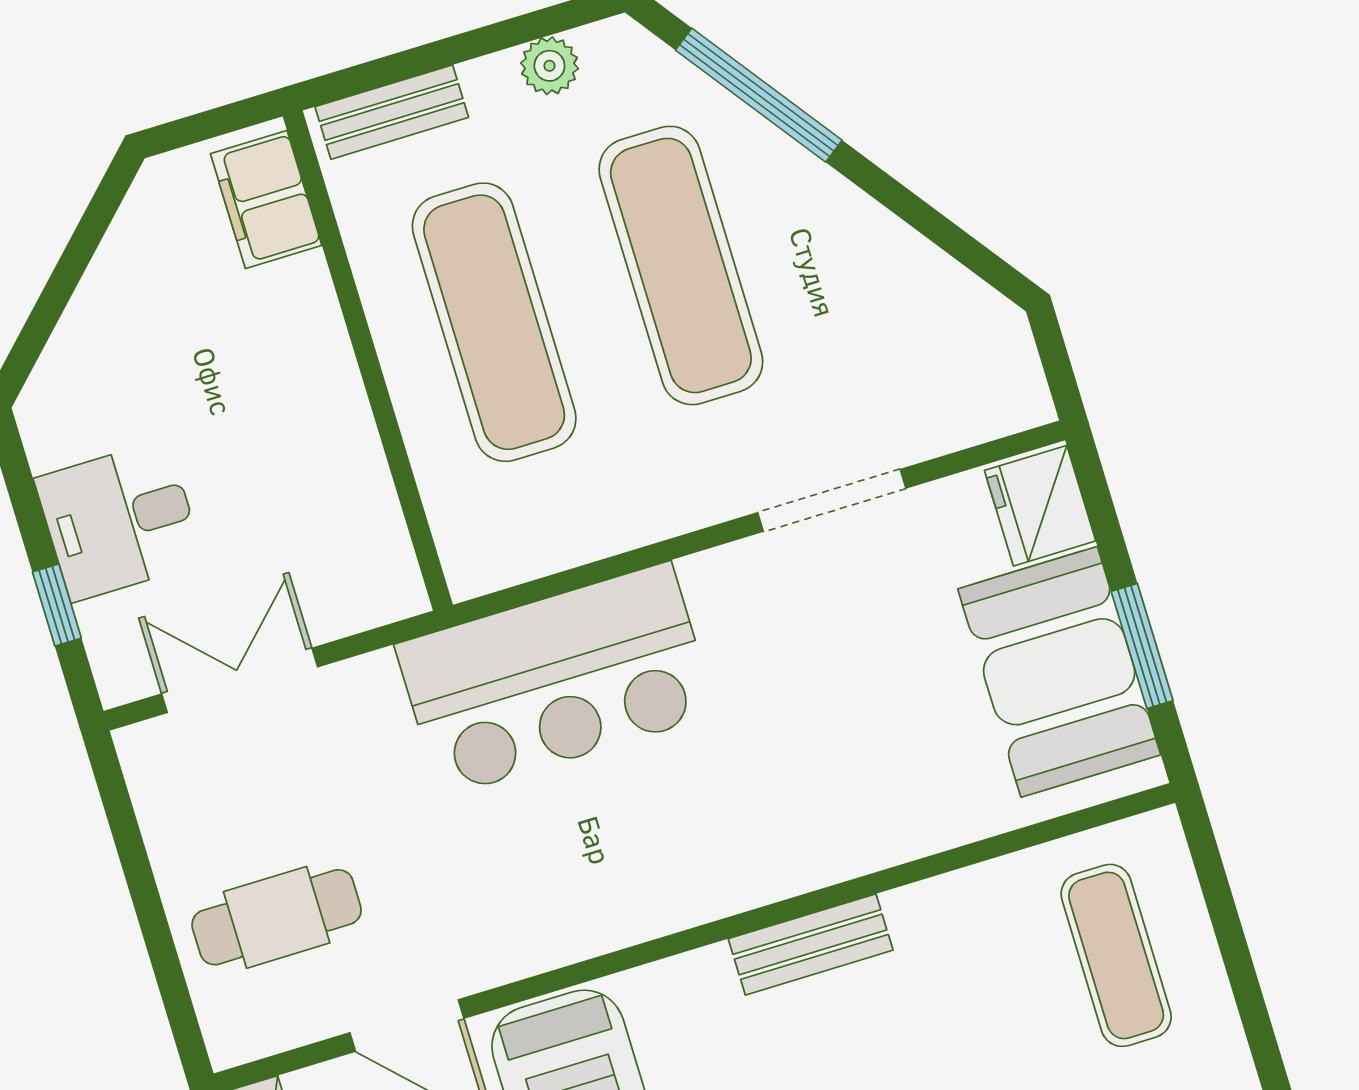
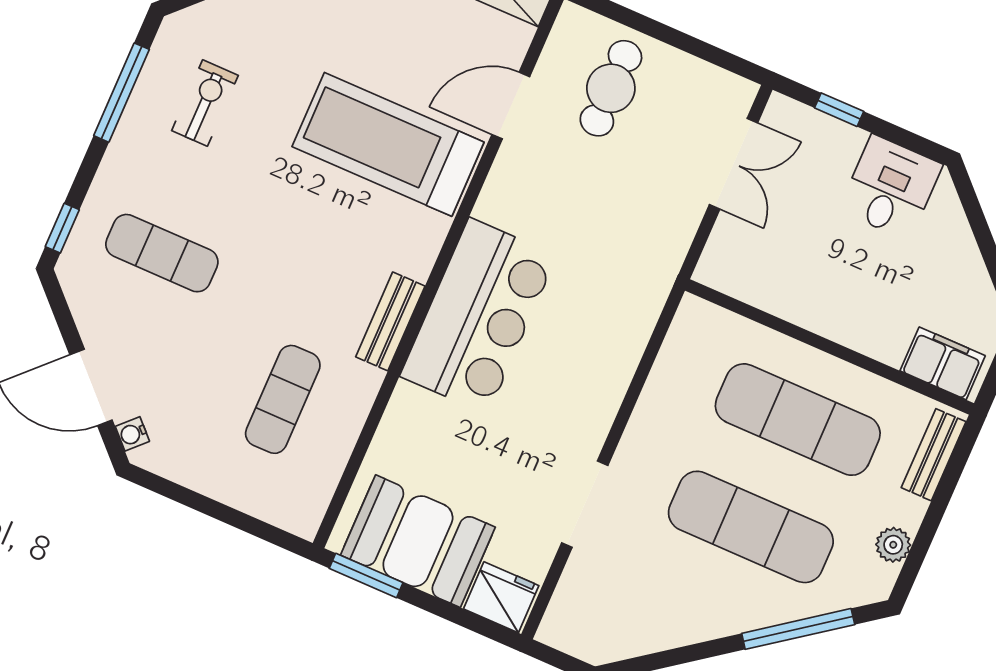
desk: (119, 521) -> (891, 187), moved
window: (1142, 646) -> (366, 575), moved
bar counter: (556, 679) -> (478, 316), moved, turned 180
exercise mat: (1116, 955) -> (283, 399), moved, turned 90

